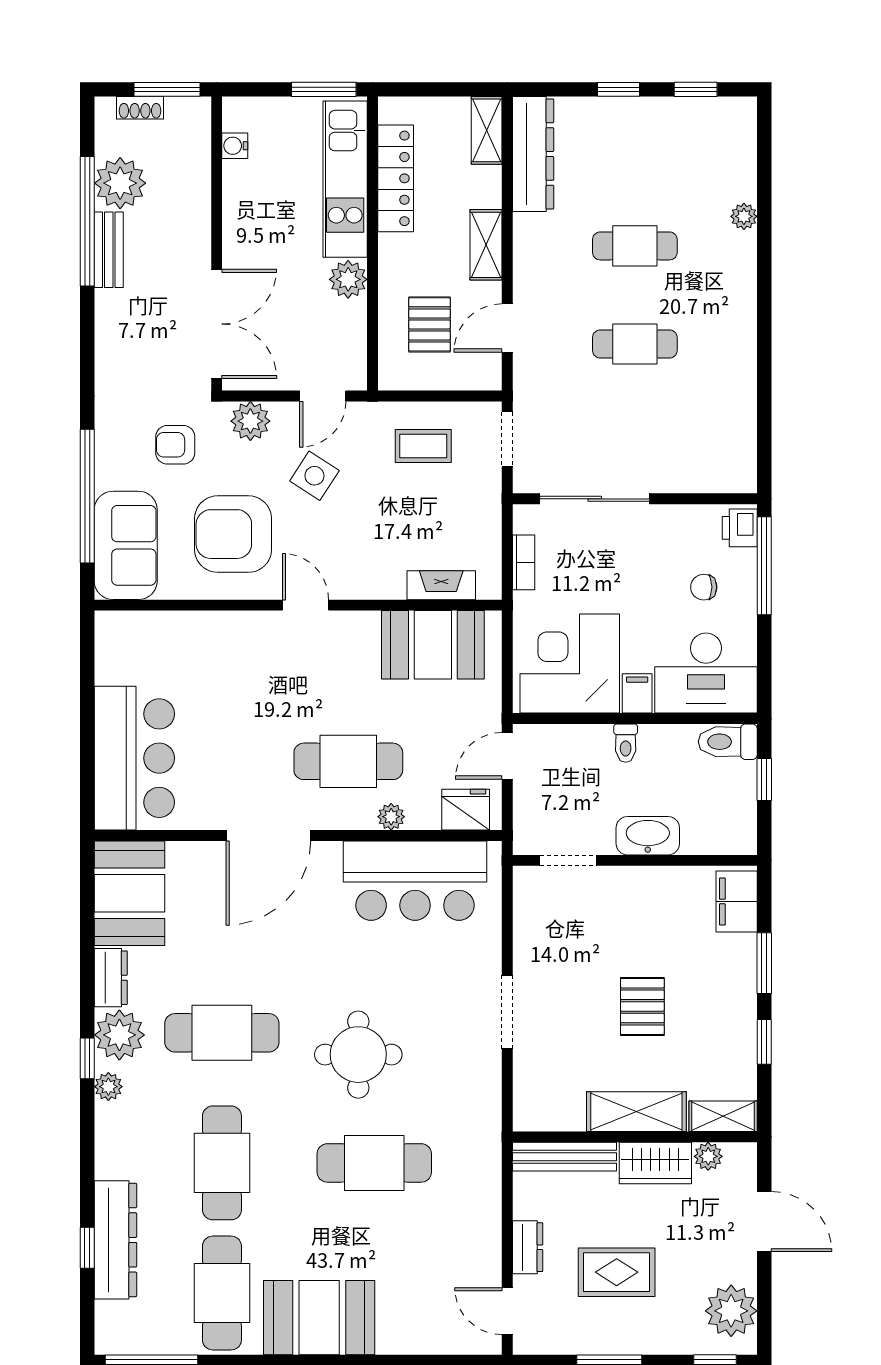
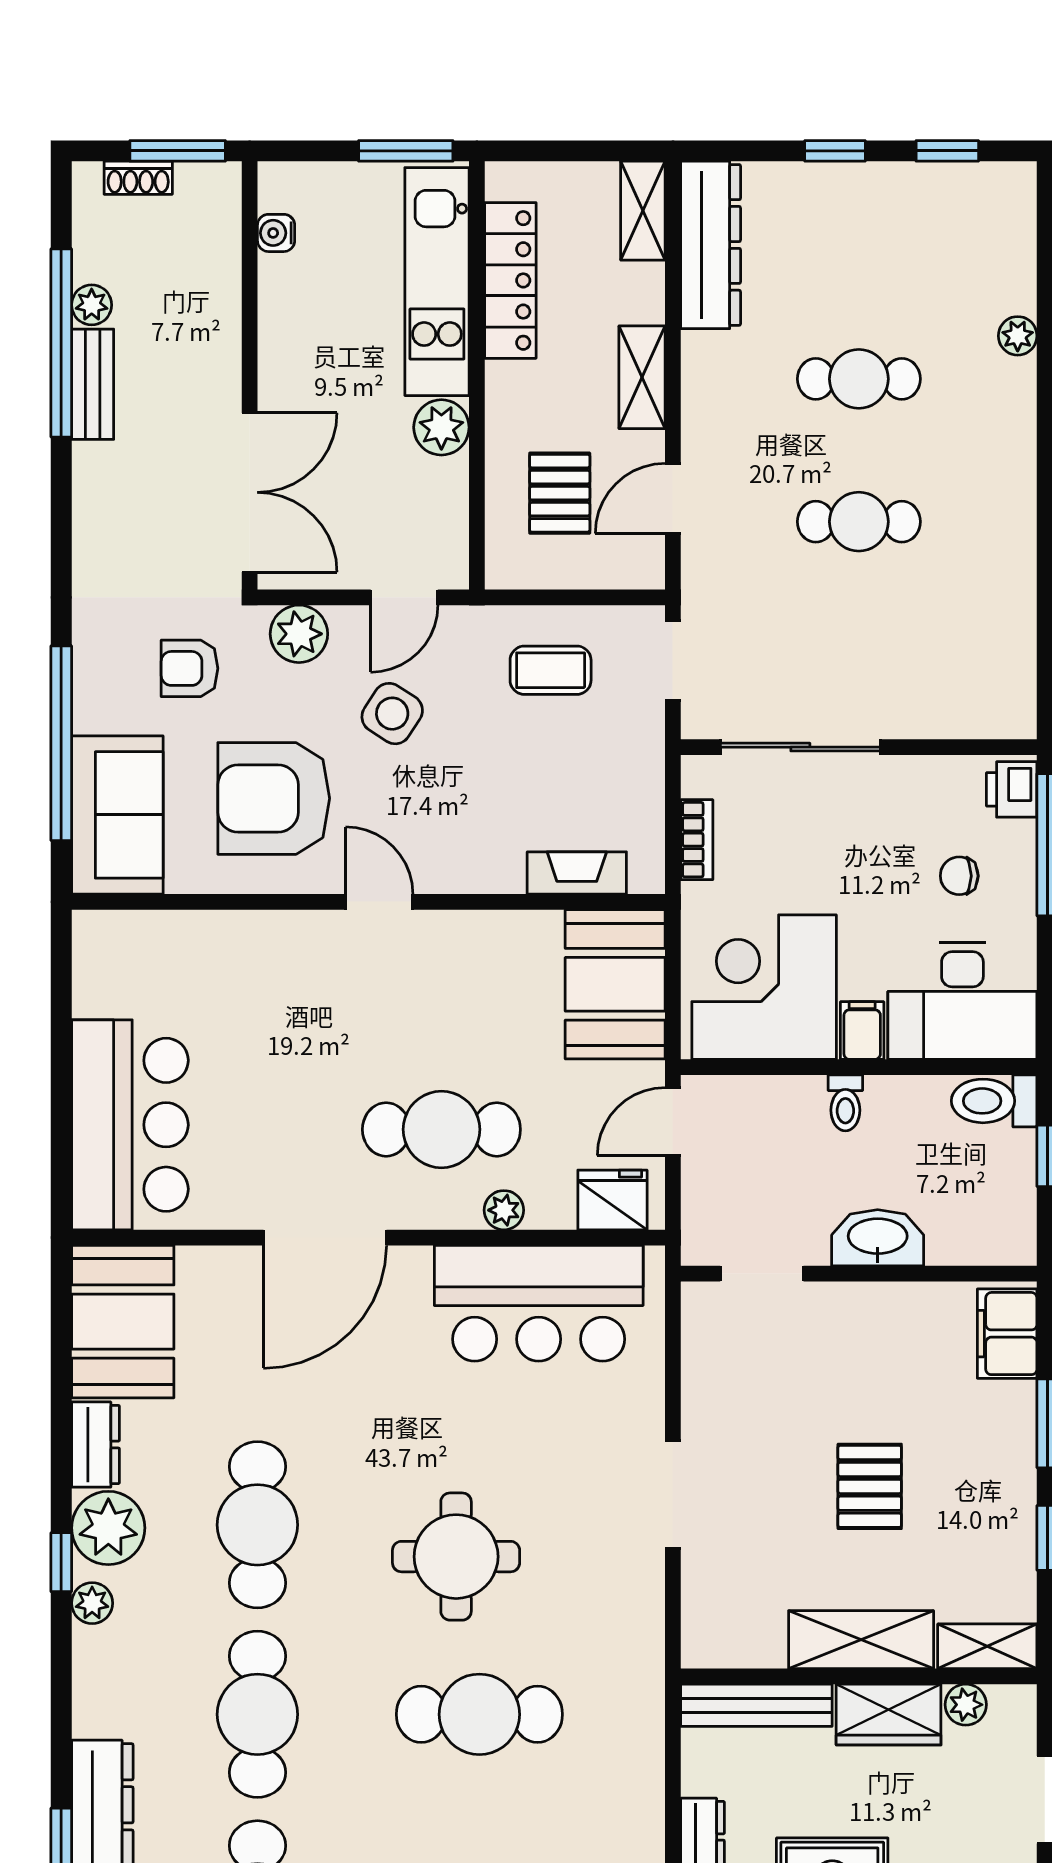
plant: (120, 183) -> (92, 305), width x0.53, depth x0.53
booth: (433, 645) -> (615, 984), moved, turned 90
cafe table: (222, 1033) -> (257, 1525), turned 90

